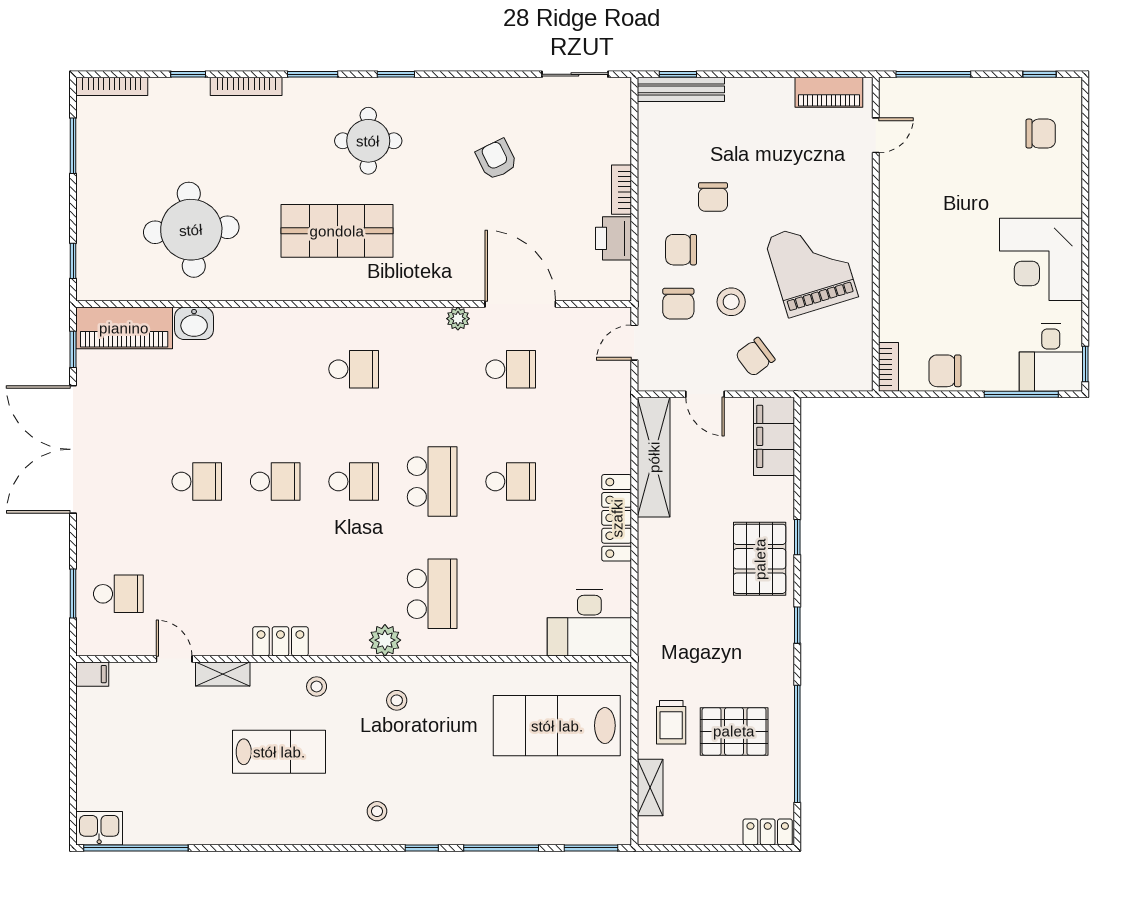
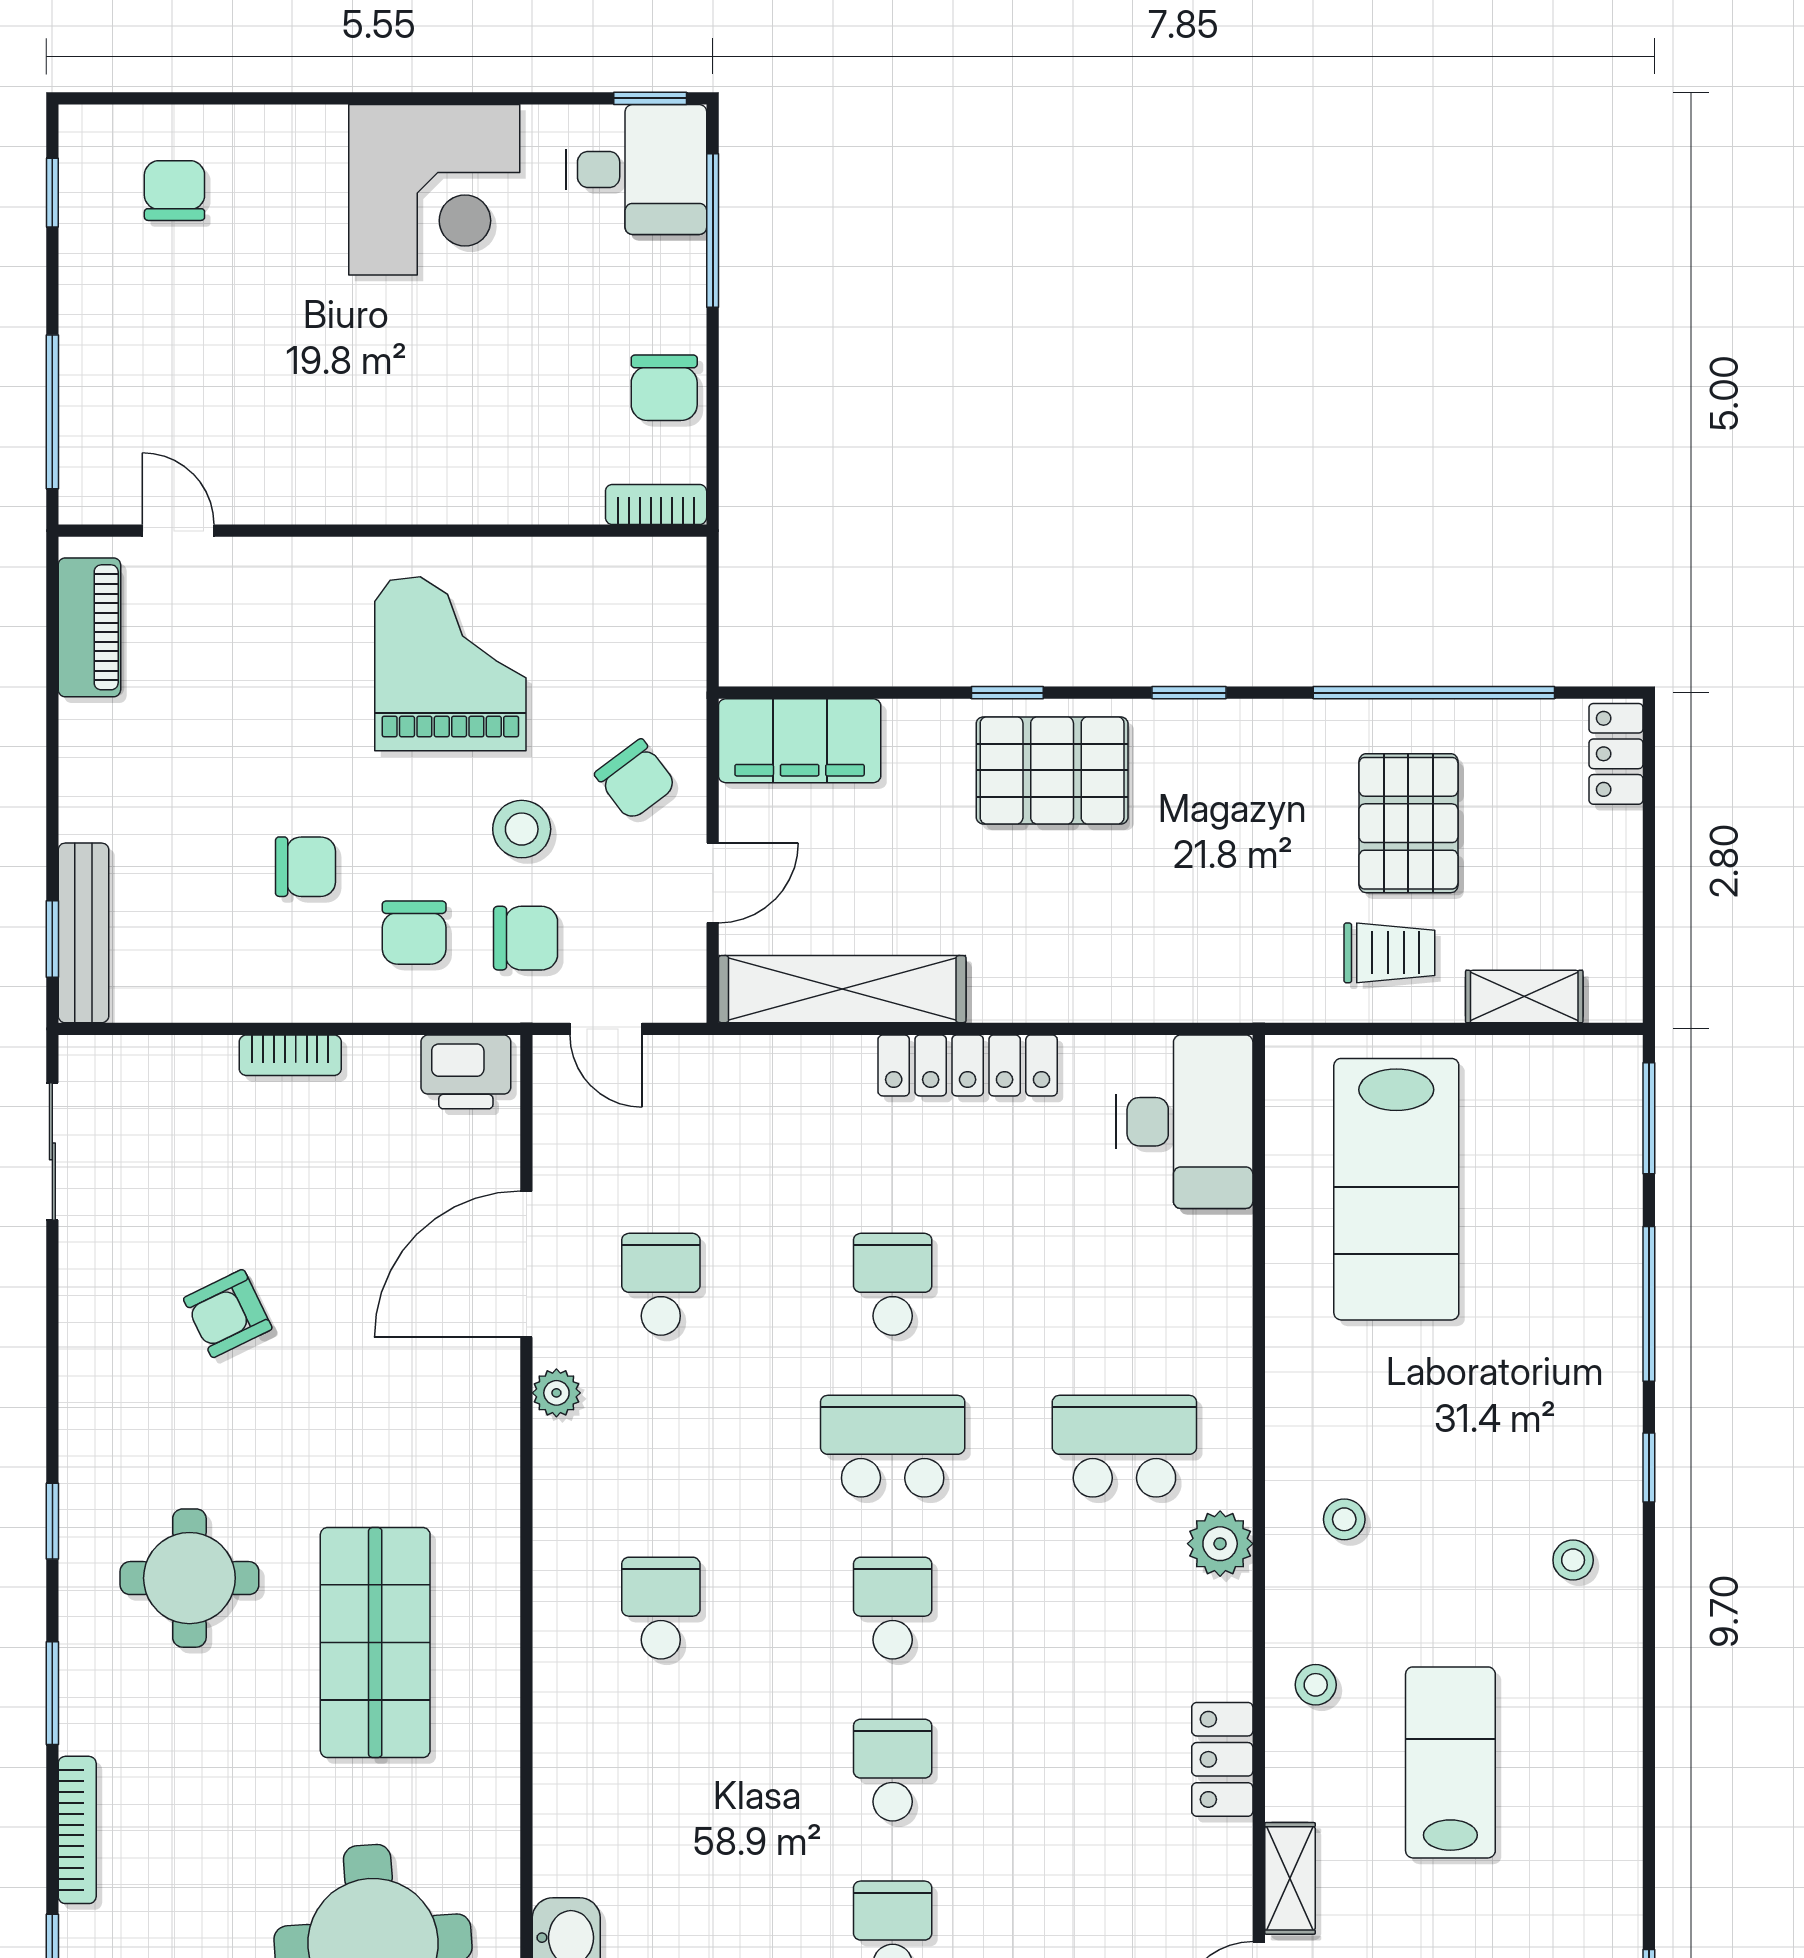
printer: (614, 238) -> (466, 1072), moved
grand piano: (811, 267) -> (450, 664), turned 107

